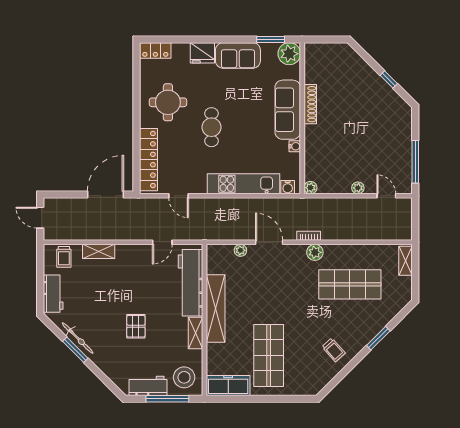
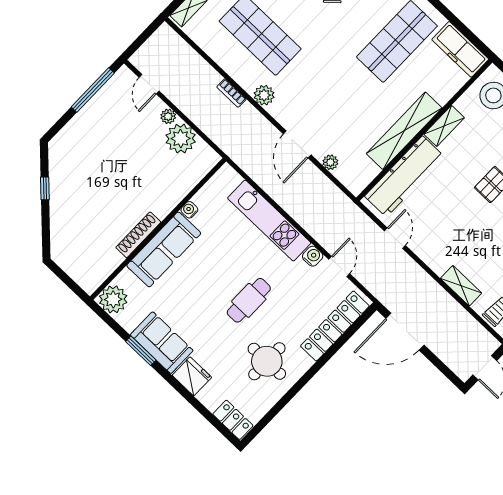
window: (271, 39) -> (141, 351), moved
water cooler: (288, 187) -> (313, 256), moved
plant: (310, 188) -> (181, 139), moved, width x1.88, depth x1.88
bookcase: (309, 236) -> (231, 93), moved
door: (162, 242) -> (395, 238), hinge flipped

